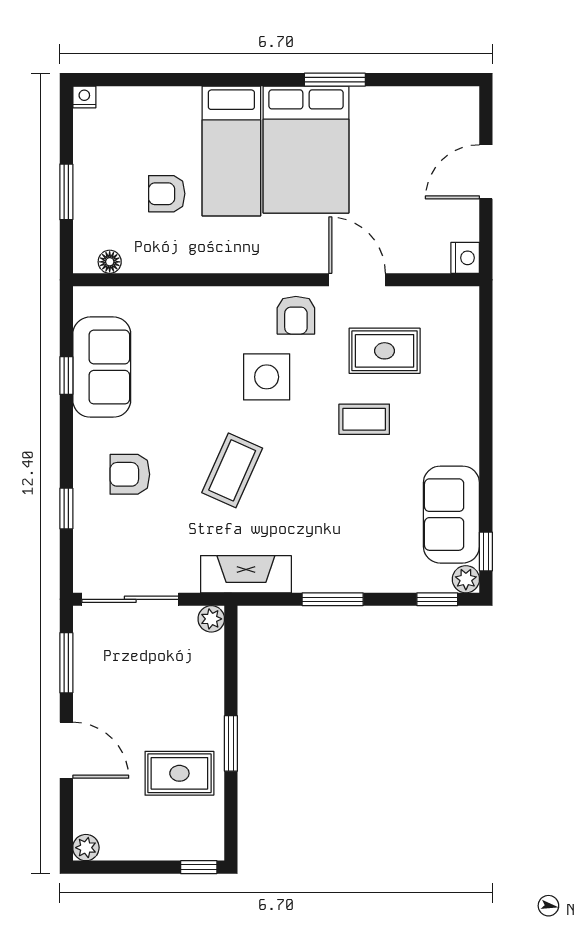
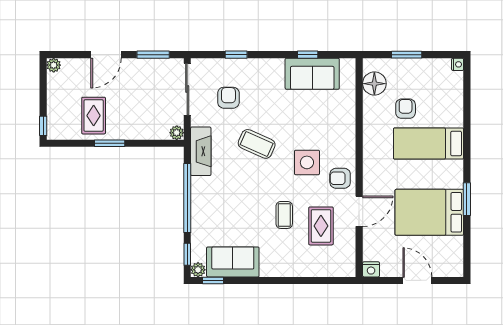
bed: (306, 150) -> (429, 212), moved
floor lamp: (110, 262) -> (374, 84), width x1.89, depth x1.89
armchair: (130, 474) -> (228, 98), moved
window: (333, 599) -> (187, 198), width x2.11

